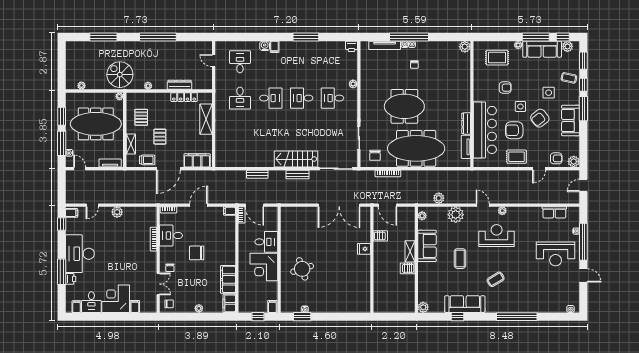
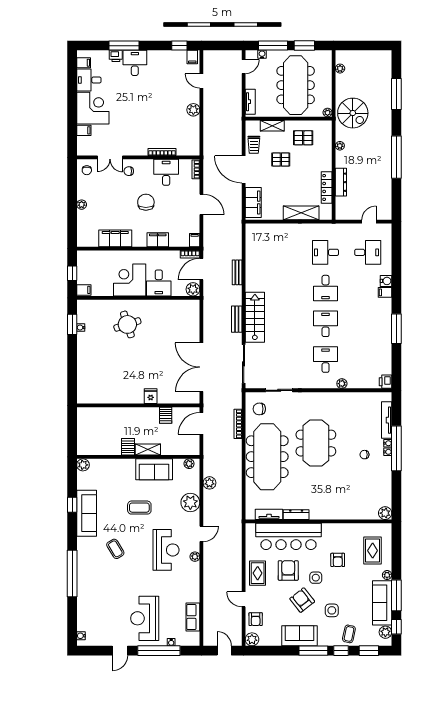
spiral stairs: (120, 75) -> (353, 113), turned 90
plant: (272, 212) -> (193, 289), added
desk: (80, 254) -> (135, 63), width x0.53, depth x0.77
filing cabinet: (229, 303) -> (158, 240), moved

